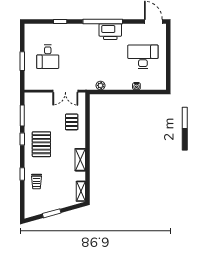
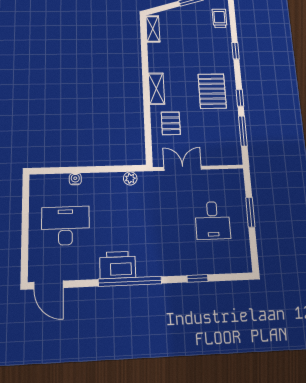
desk: (48, 57) -> (213, 220), turned 180
desk: (143, 57) -> (65, 226), turned 180
shelving: (80, 160) -> (156, 89), moved
trolley: (37, 181) -> (220, 18), moved

